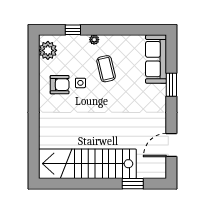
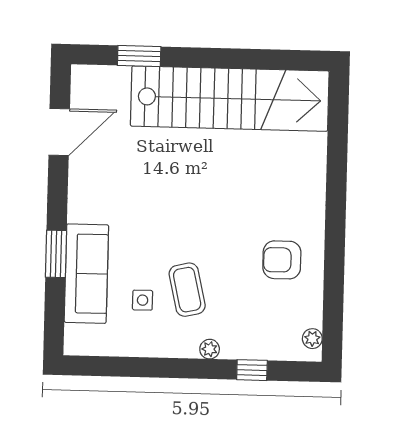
plant: (48, 50) -> (312, 339), width x0.53, depth x0.53
sofa: (156, 59) -> (86, 274), moved
side table: (80, 83) -> (143, 300), moved

